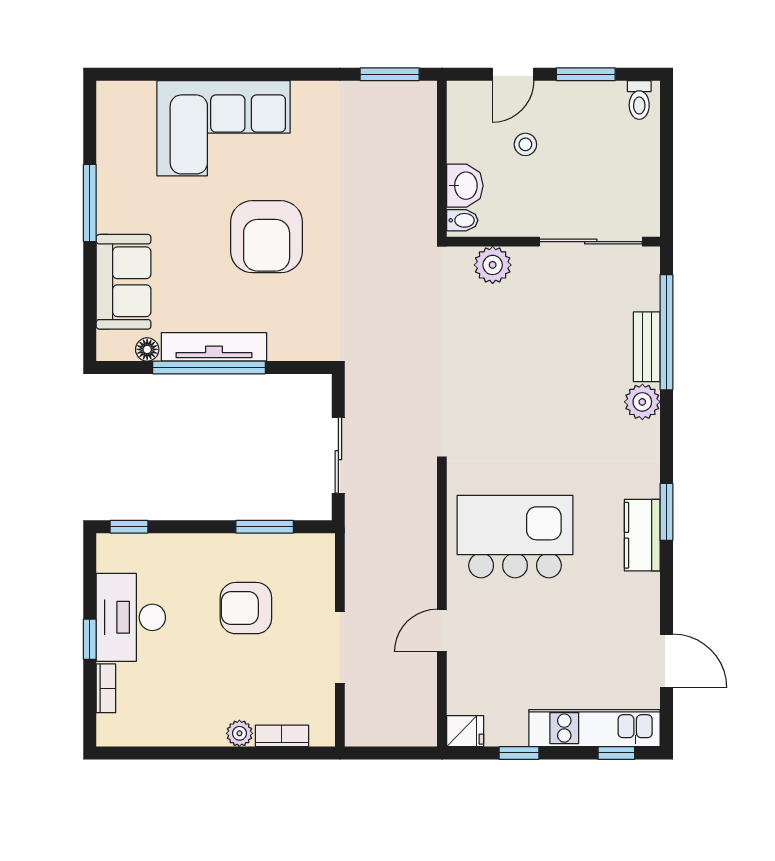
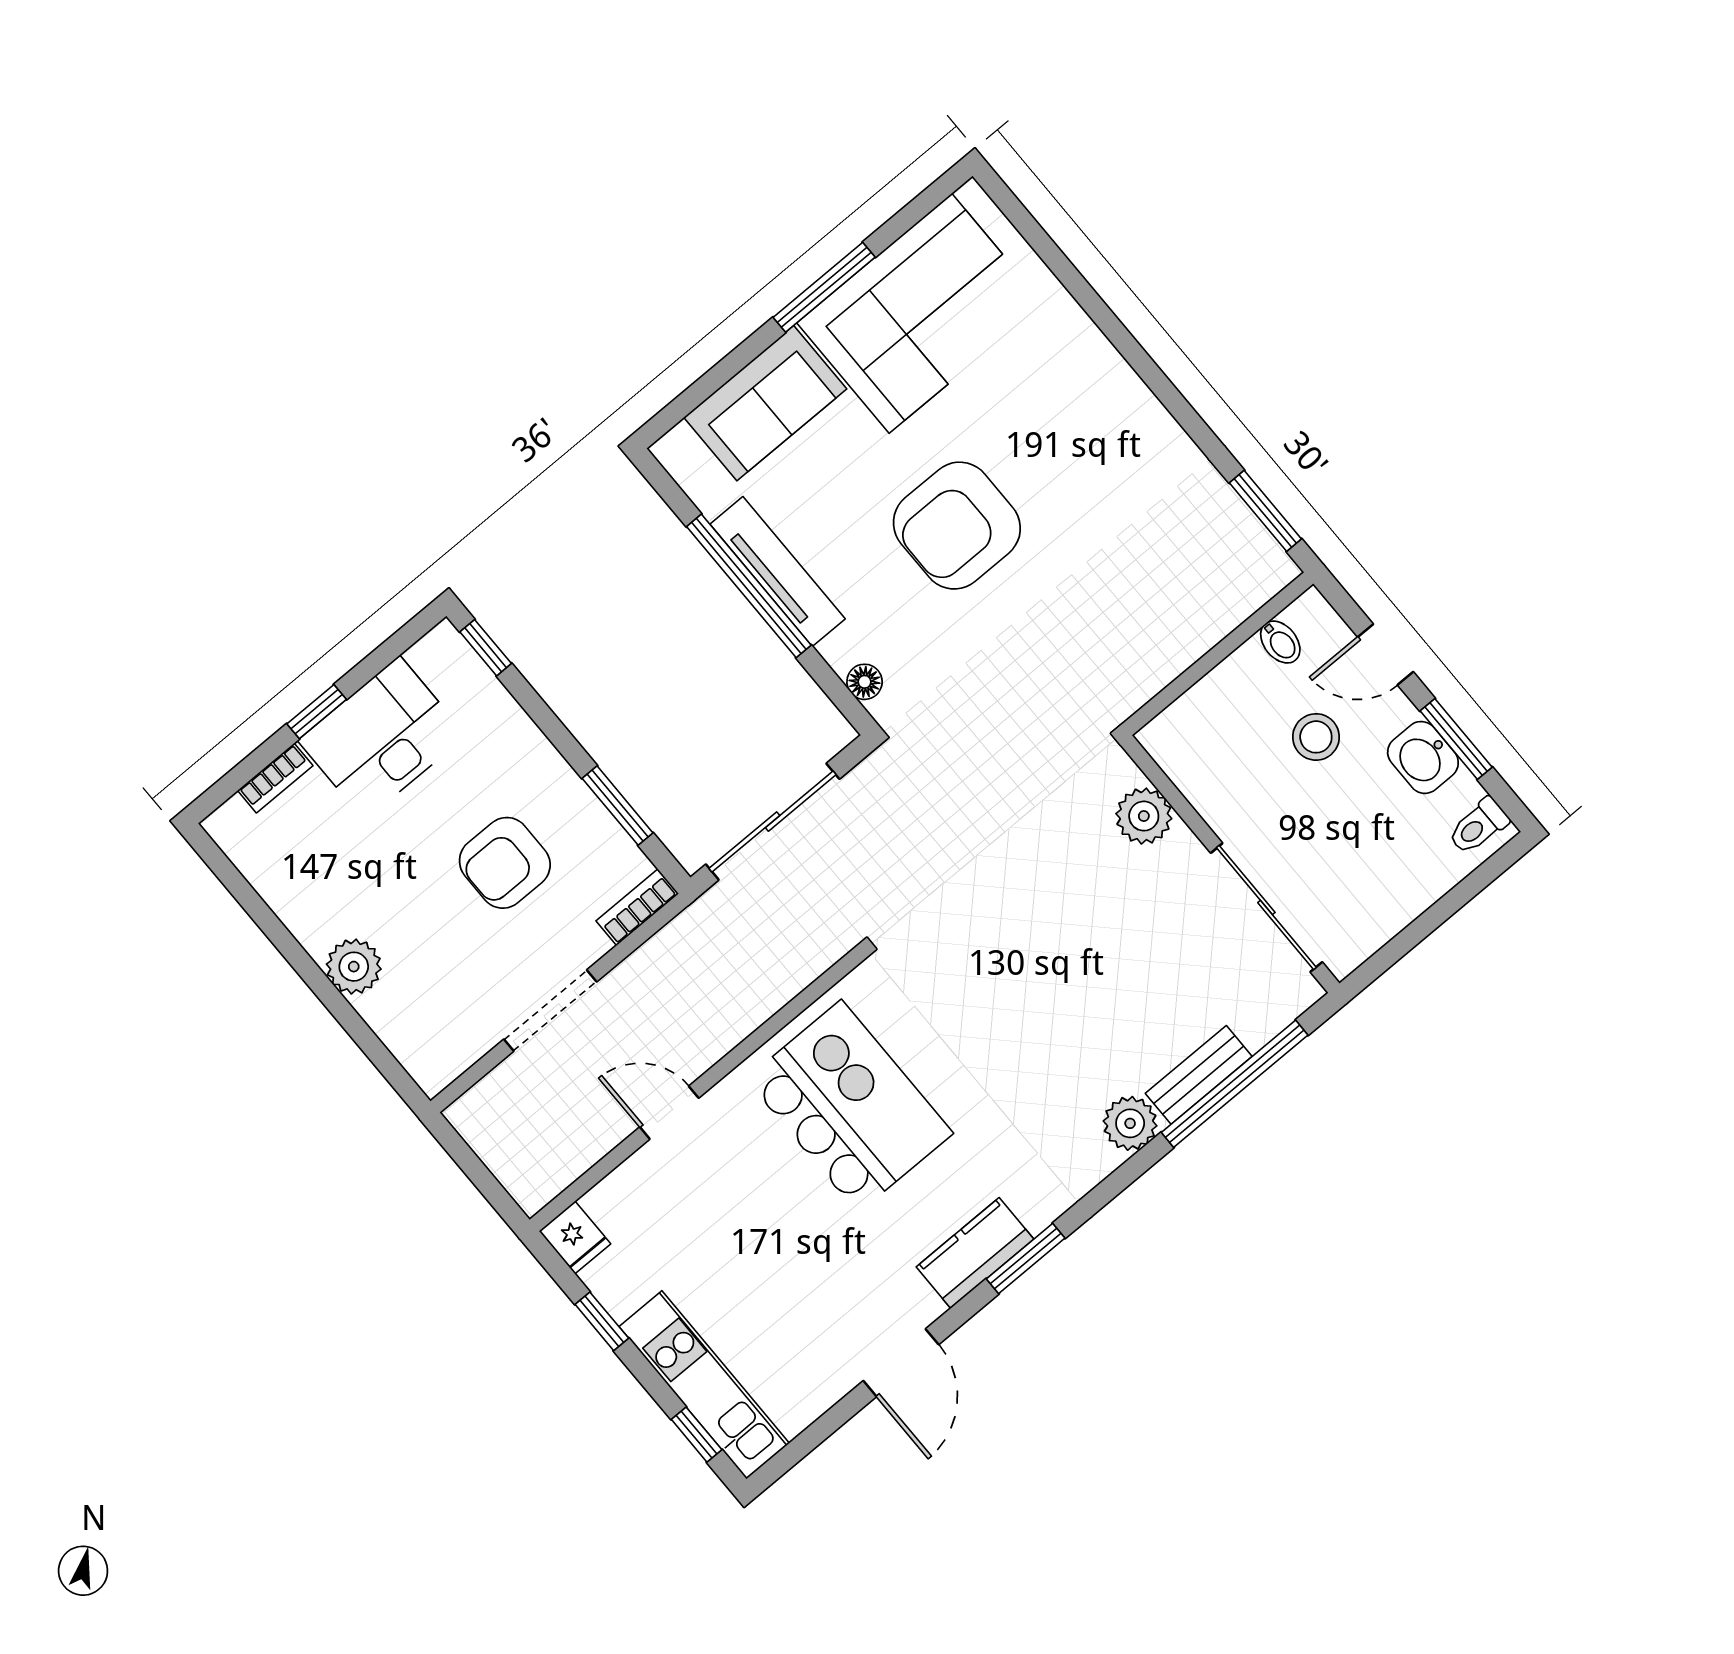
corner sofa: (223, 128) -> (920, 313), moved, turned -90
stool: (525, 144) -> (1316, 737), width x1.37, depth x1.37
washbasin: (465, 186) -> (1423, 757), moved, turned 90
bidet: (462, 220) -> (1280, 642), moved
floor lamp: (147, 349) -> (865, 682), moved
sliding door: (338, 455) -> (773, 822), width x1.37
armchair: (246, 608) -> (505, 863), turned -90
door: (666, 661) -> (901, 1363), moved
plant: (239, 733) -> (354, 967), width x1.38, depth x1.38
bookcase: (282, 736) -> (637, 907), moved, turned -90

